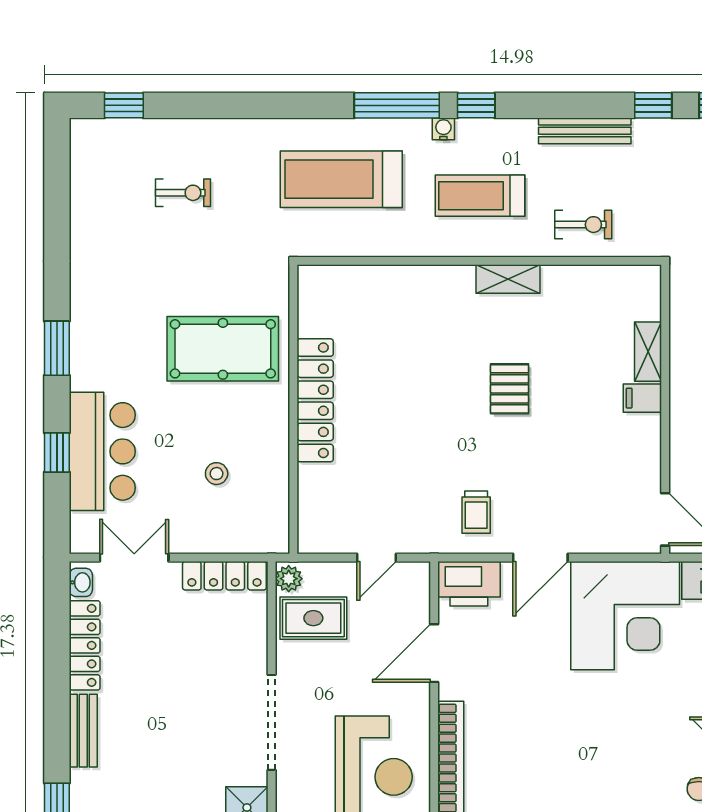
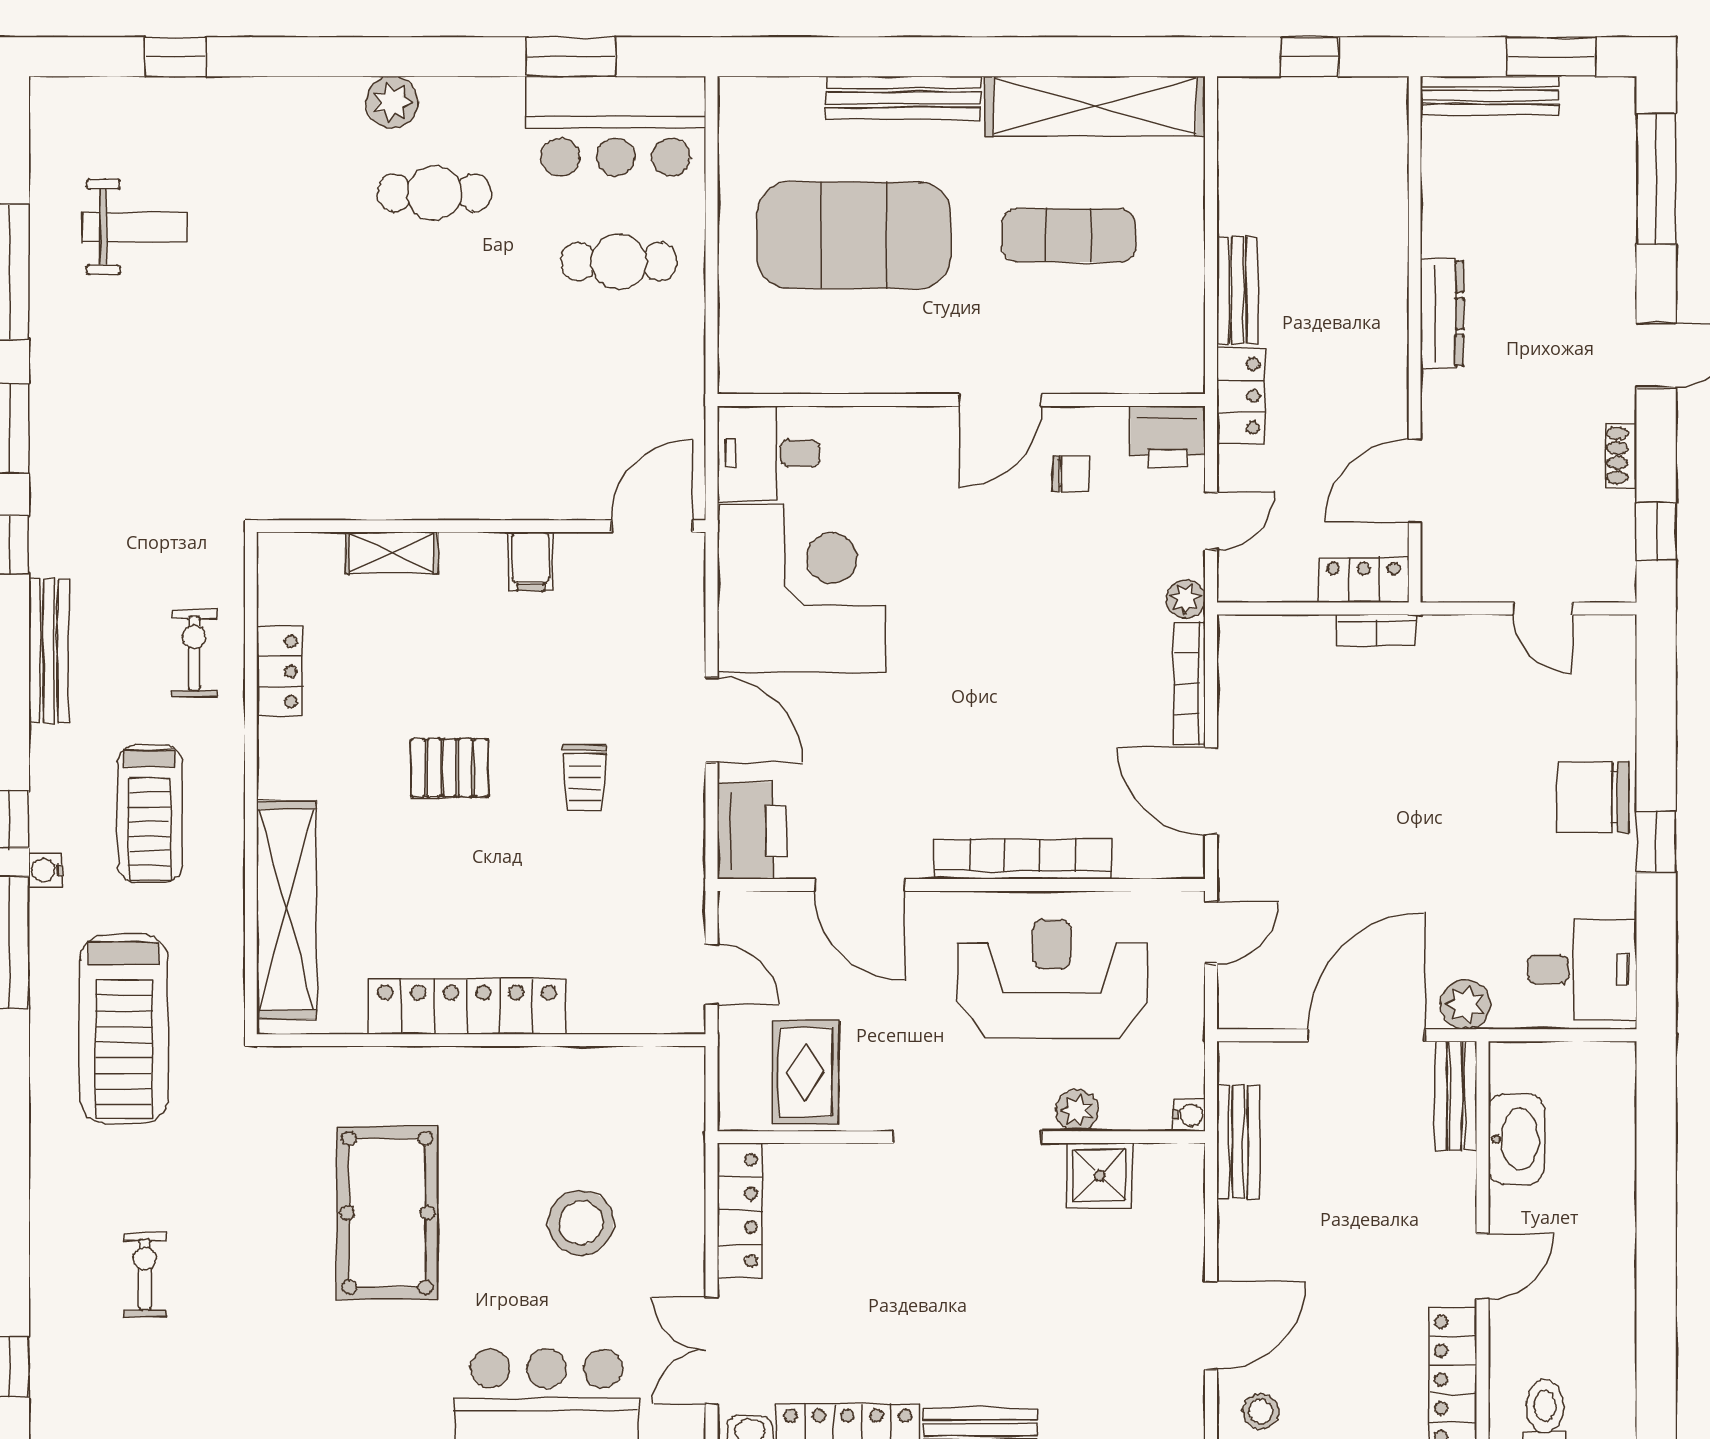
shelving: (508, 279) -> (286, 910), moved, width x2.20, depth x1.33
locker: (572, 279) -> (279, 671), added
filing cabinet: (642, 398) -> (531, 561), moved
locker: (315, 400) -> (467, 1007), moved
wall: (293, 409) -> (481, 1040), moved
stool: (217, 474) -> (581, 1223), width x1.89, depth x1.89
trolley: (476, 512) -> (585, 778), moved, turned 90
plant: (289, 579) -> (1077, 1111), moved

